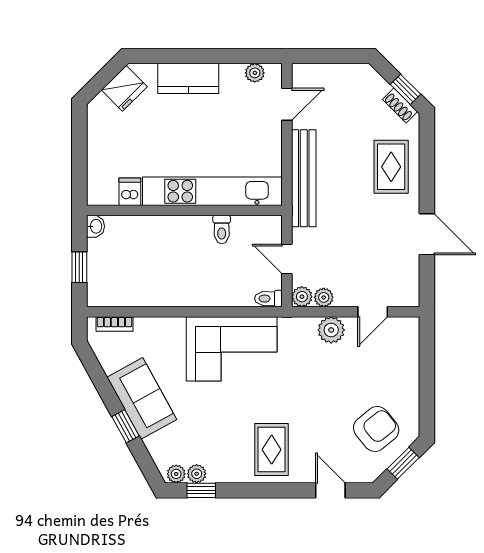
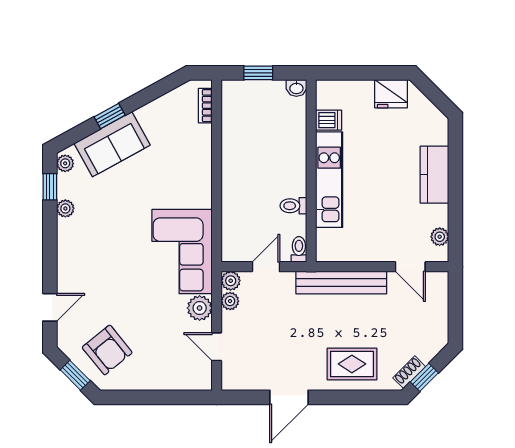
fridge: (124, 88) -> (391, 94), moved, turned -45
kitchen unit: (212, 191) -> (329, 180), width x0.73
toilet: (268, 299) -> (299, 249), moved
corner sofa: (232, 349) -> (182, 252), moved
sofa: (142, 398) -> (112, 144), moved
rug: (272, 450) -> (88, 252), removed
plant: (197, 474) -> (65, 208), moved

